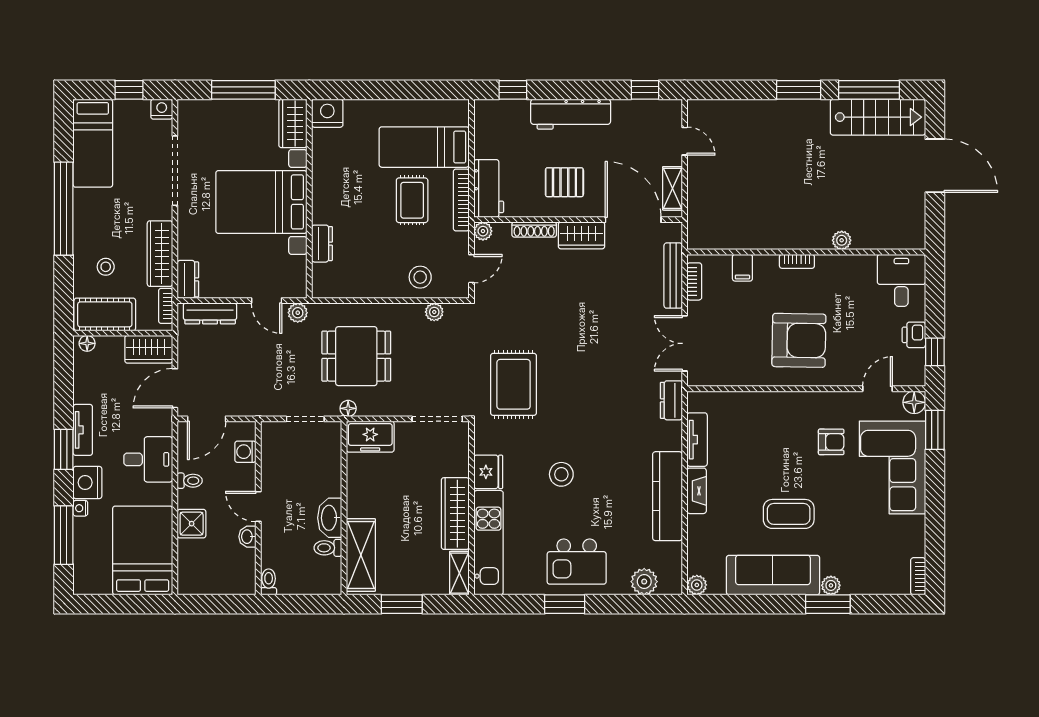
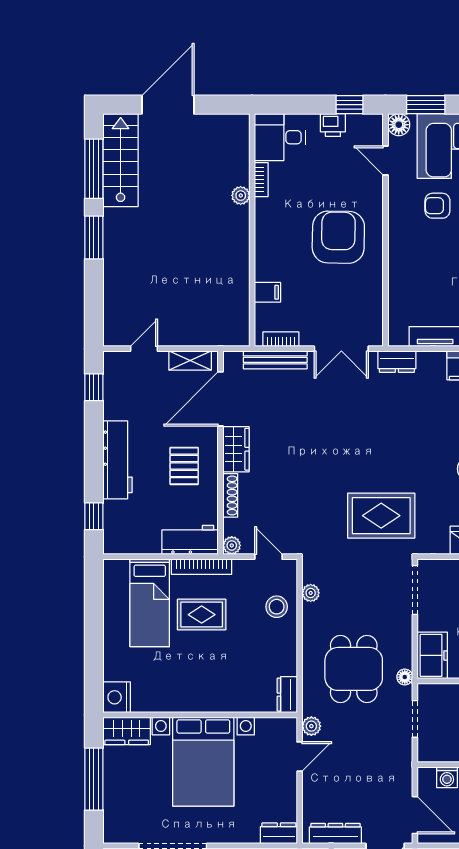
dresser: (322, 244) -> (287, 695), moved, turned -90
bookcase: (797, 261) -> (261, 180), moved
dresser: (210, 313) -> (335, 833), moved, turned -90
armchair: (831, 442) -> (437, 206), turned -90

